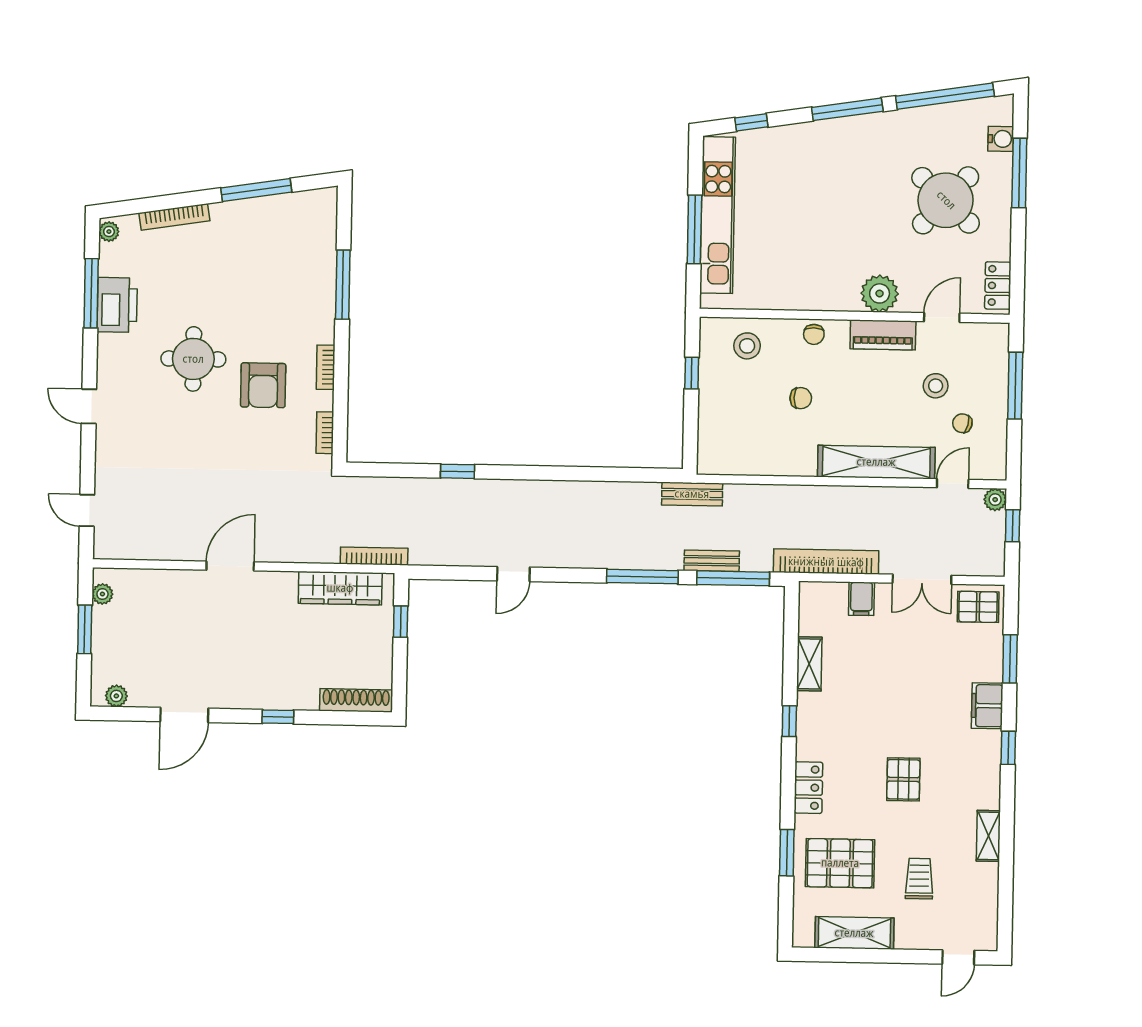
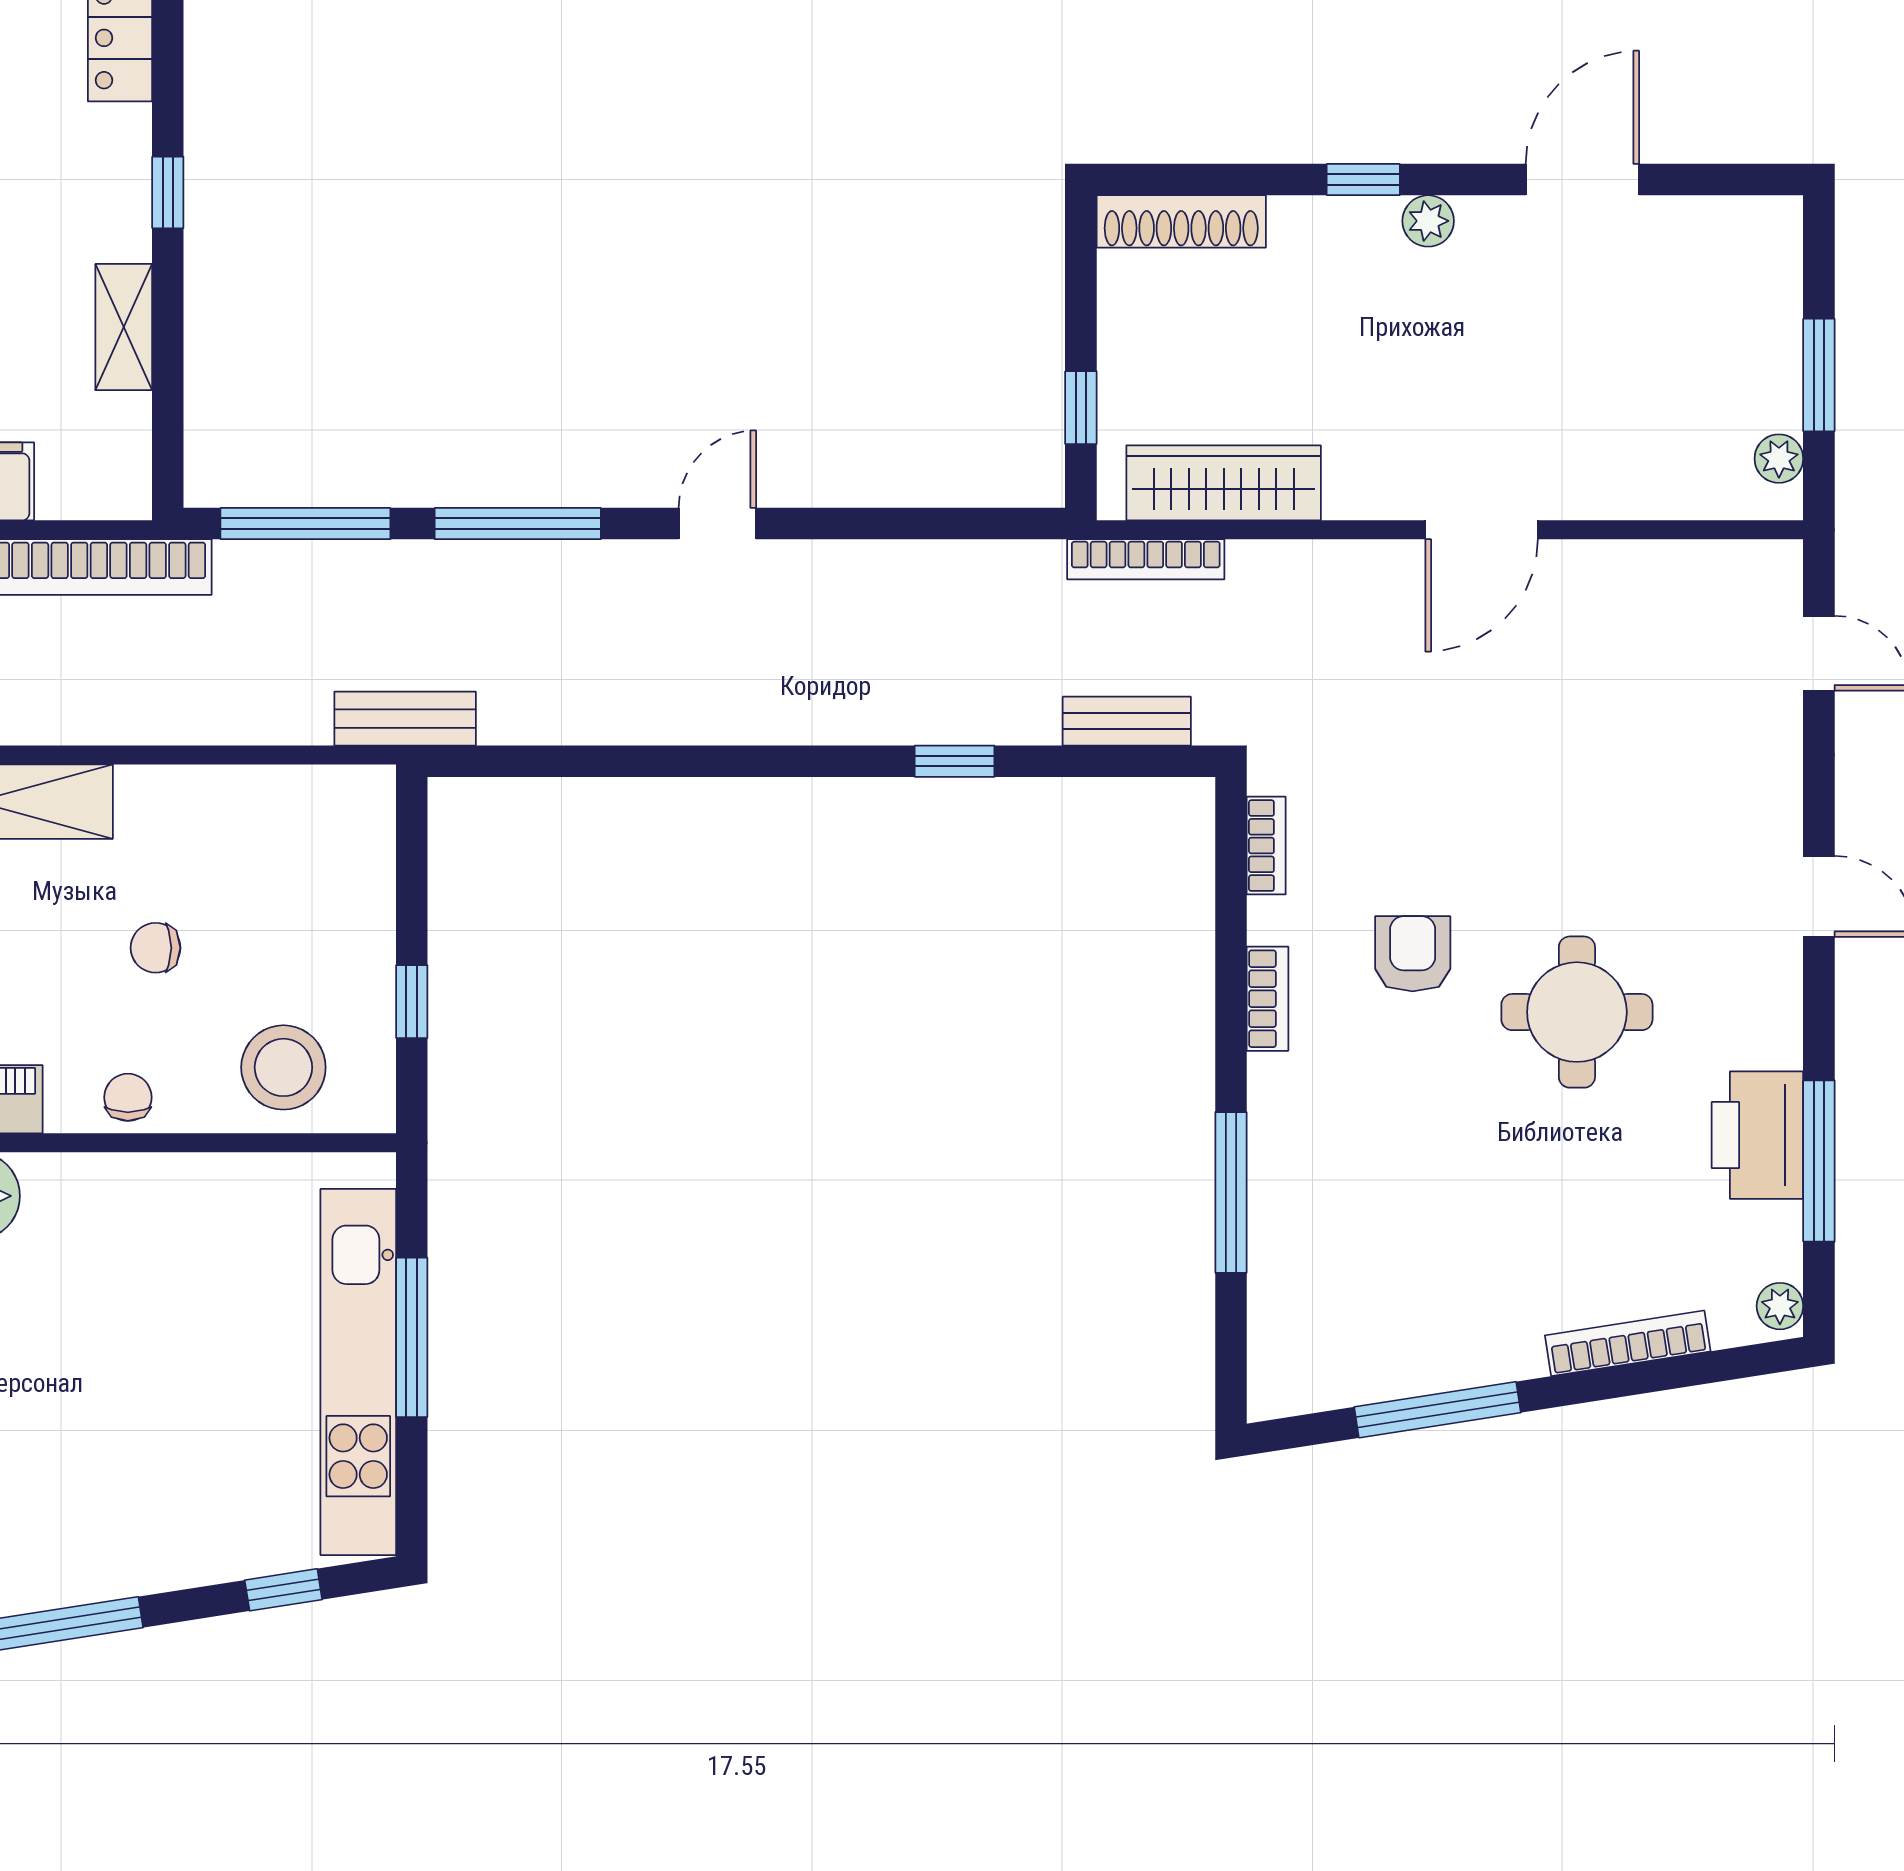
stool: (747, 346) -> (283, 1067), width x1.38, depth x1.38
armchair: (263, 385) -> (1413, 954), width x0.72, depth x0.72
bench: (712, 561) -> (1127, 721), moved
door: (513, 574) -> (717, 524), moved
plant: (116, 696) -> (1428, 221), moved

